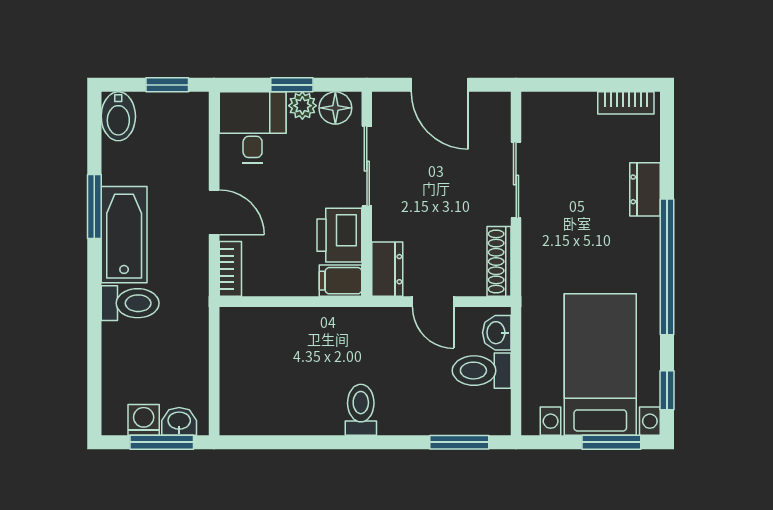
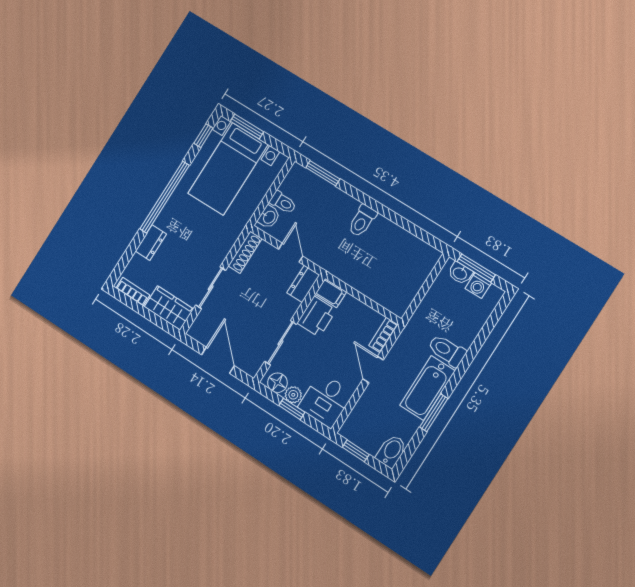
wardrobe: (558, 113) -> (169, 308), added
toilet: (482, 371) -> (283, 202), width x0.73, depth x0.72

